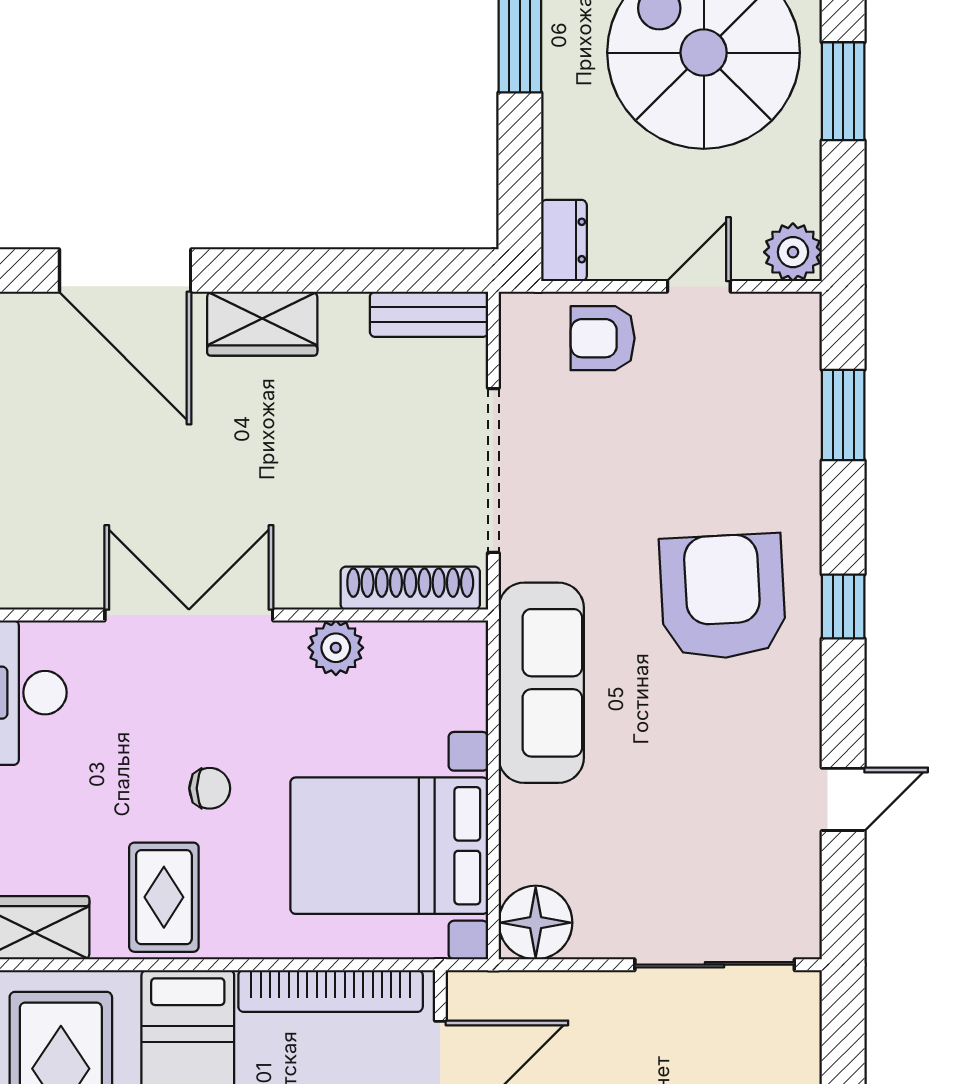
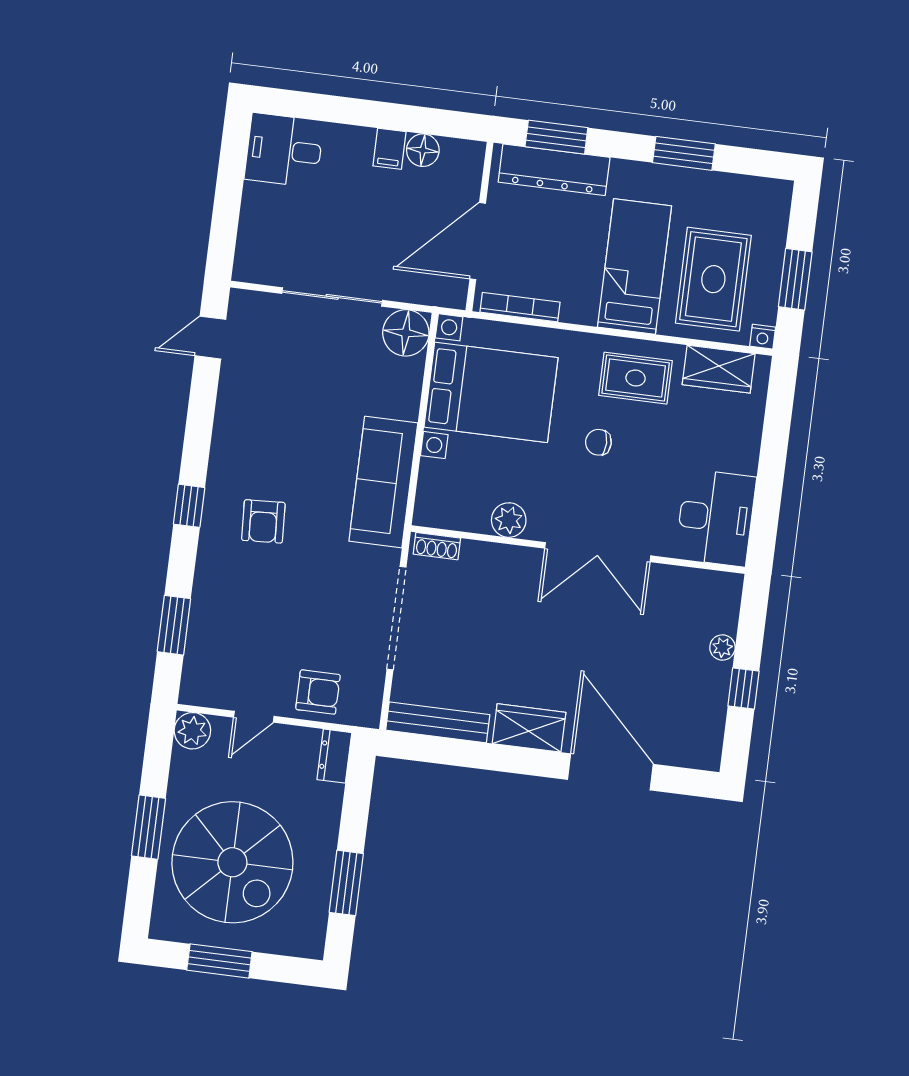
bench: (429, 314) -> (438, 722), width x1.36
shoe rack: (410, 588) -> (437, 546), width x0.51, depth x0.81
armchair: (723, 597) -> (263, 521), width x0.53, depth x0.53
door: (843, 799) -> (210, 338), moved
rug: (164, 897) -> (636, 378), turned 90
sliding door: (715, 965) -> (332, 297), moved
bookcase: (331, 991) -> (520, 307), width x0.68, depth x0.76

